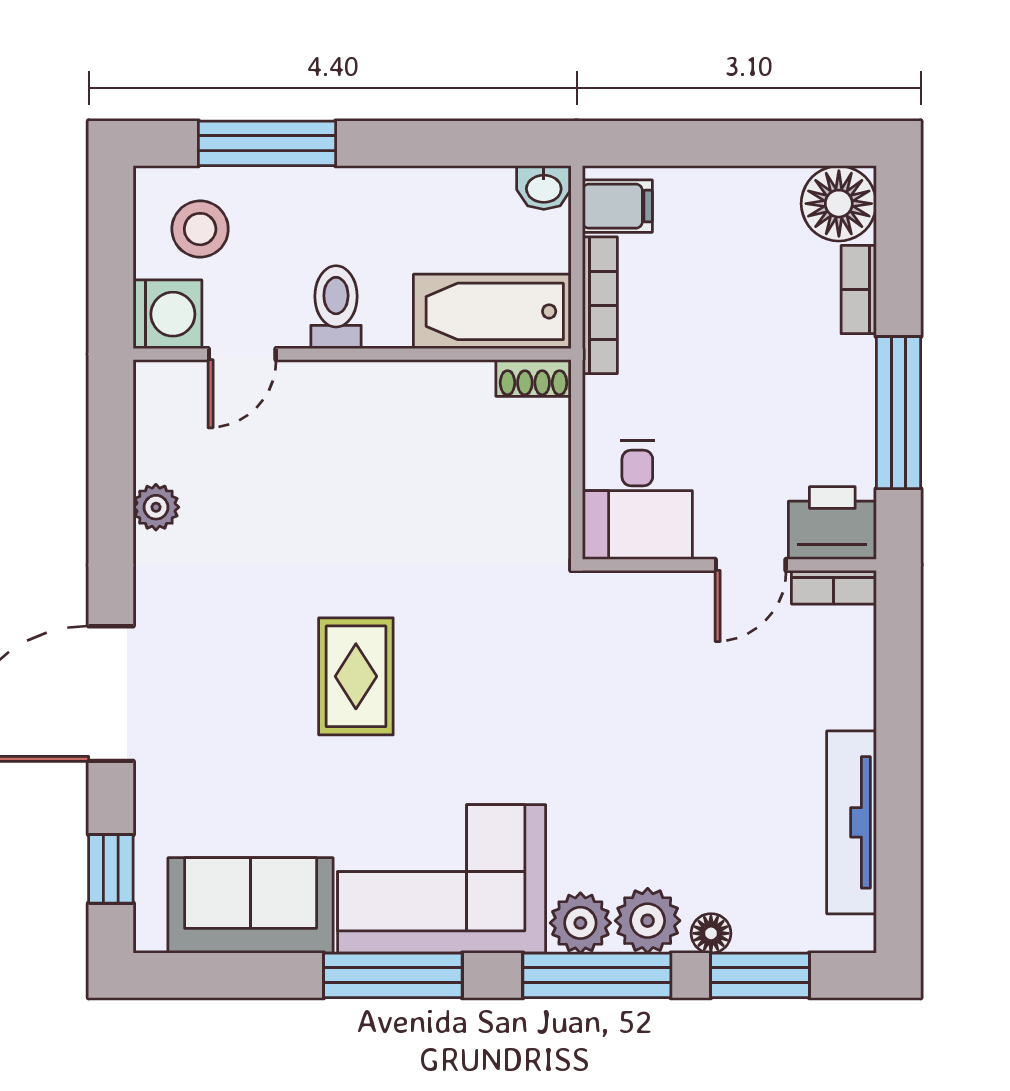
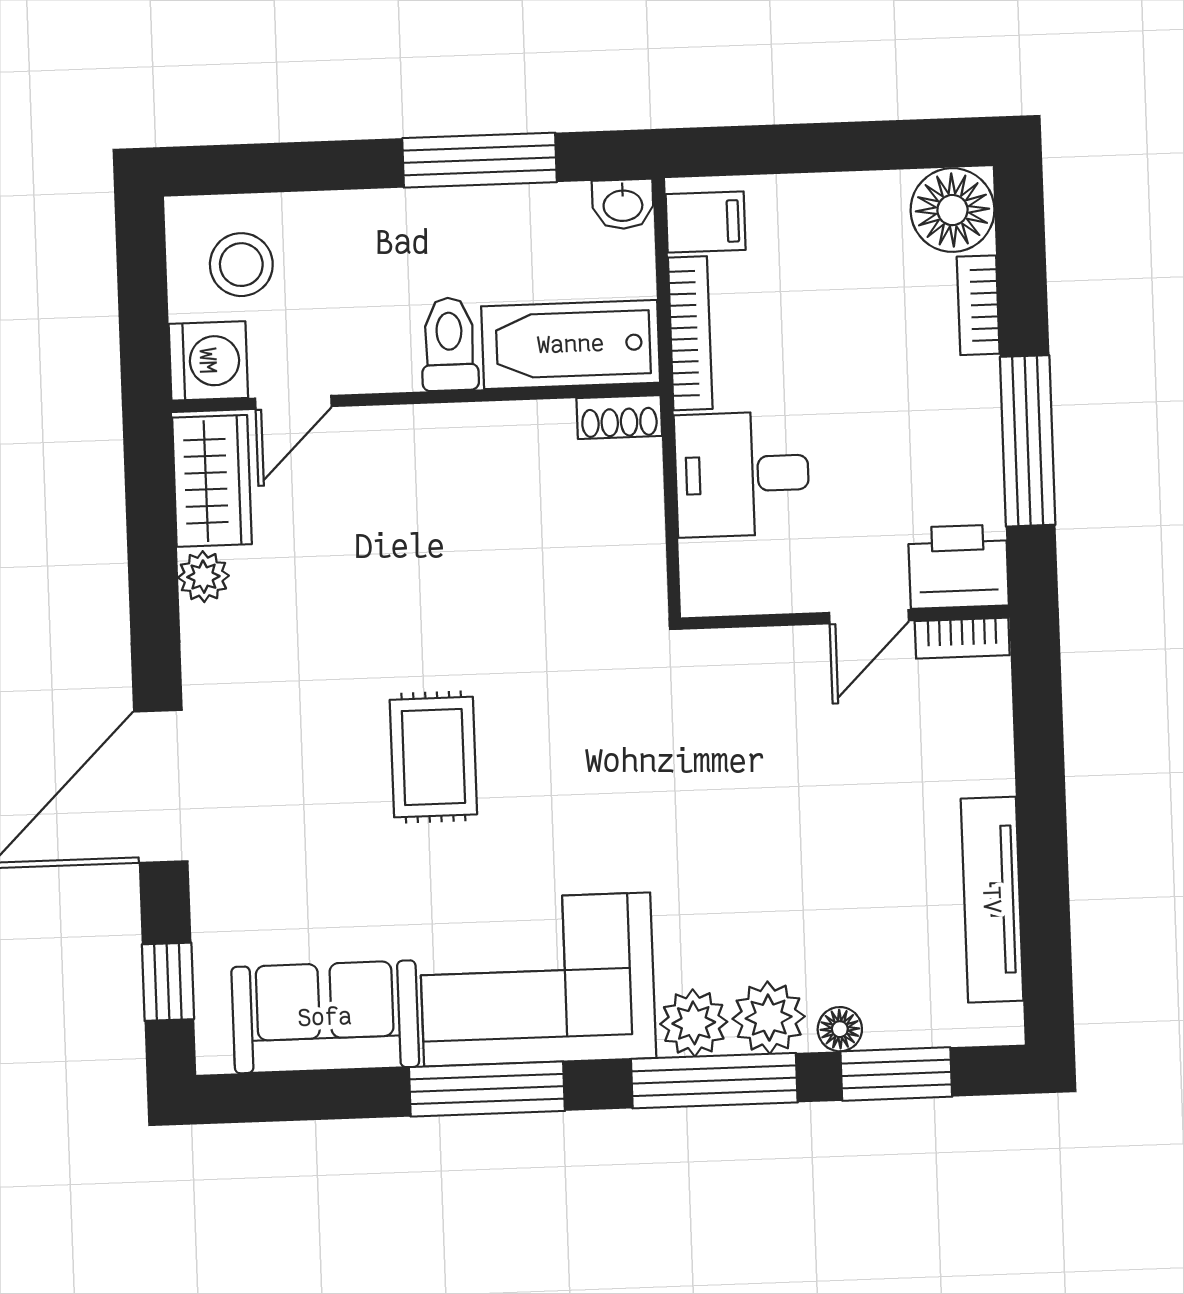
window: (267, 143) -> (480, 160), moved
toilet: (336, 307) -> (449, 344), moved
wardrobe: (167, 422) -> (212, 481), added
desk: (637, 500) -> (742, 474), moved, turned 90

